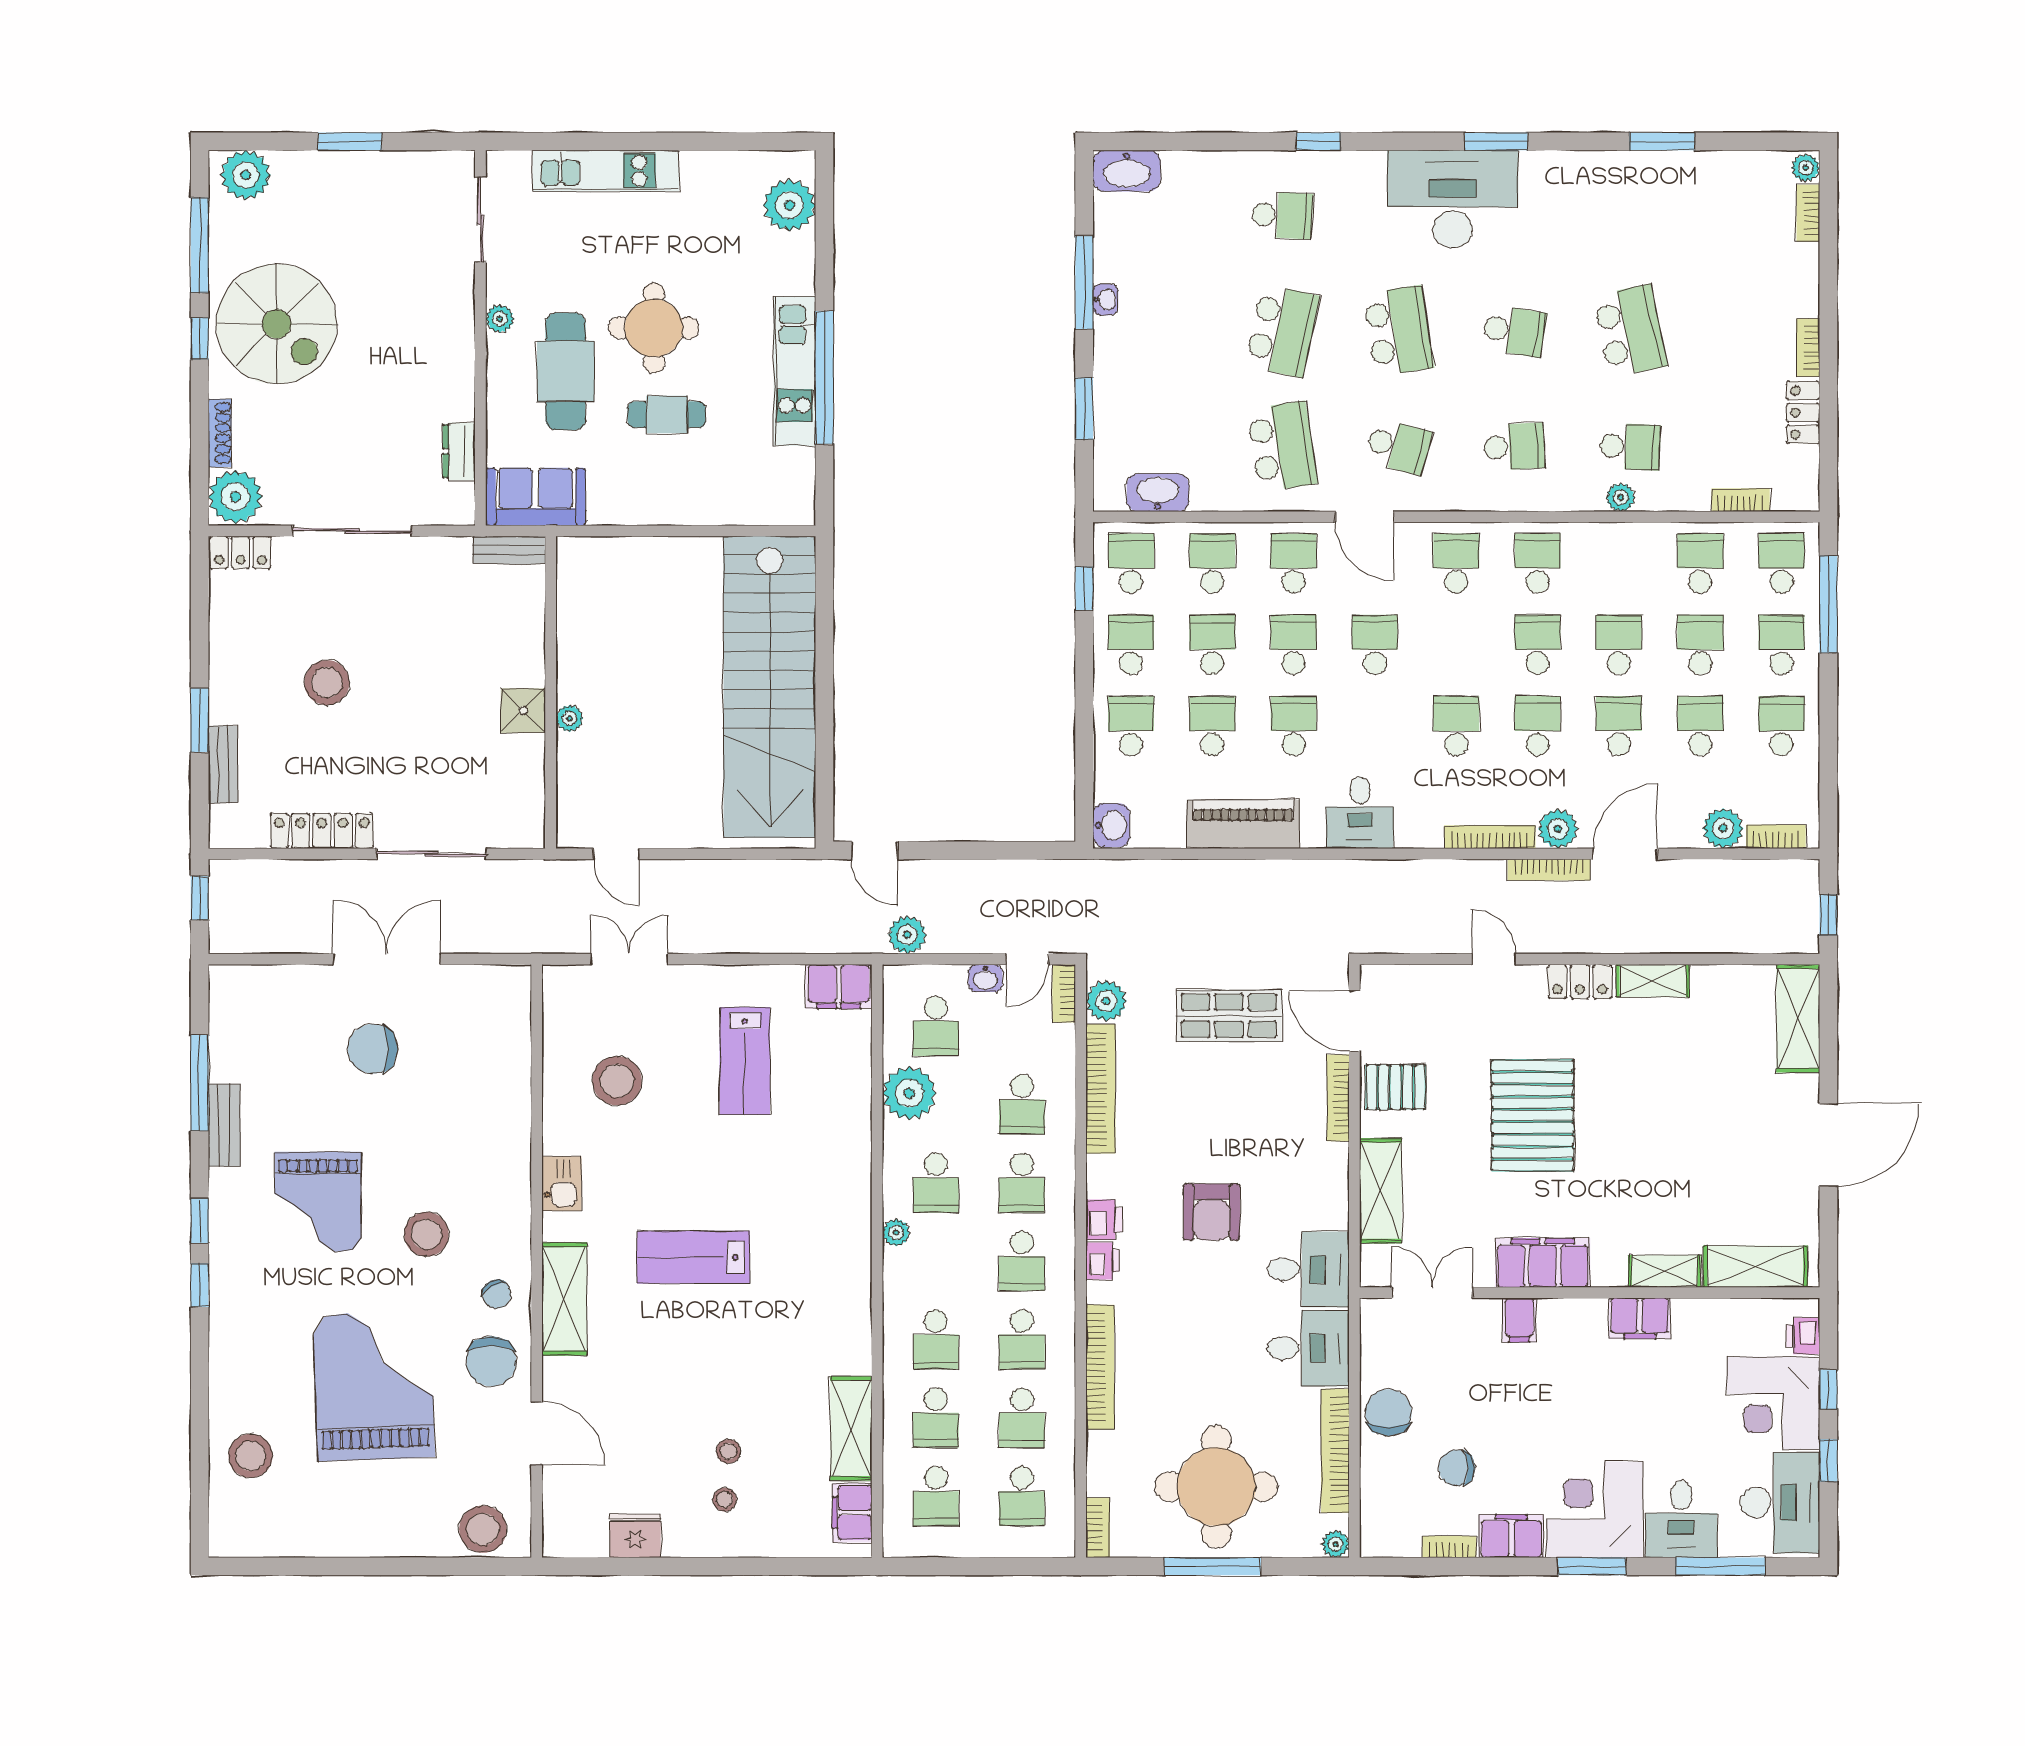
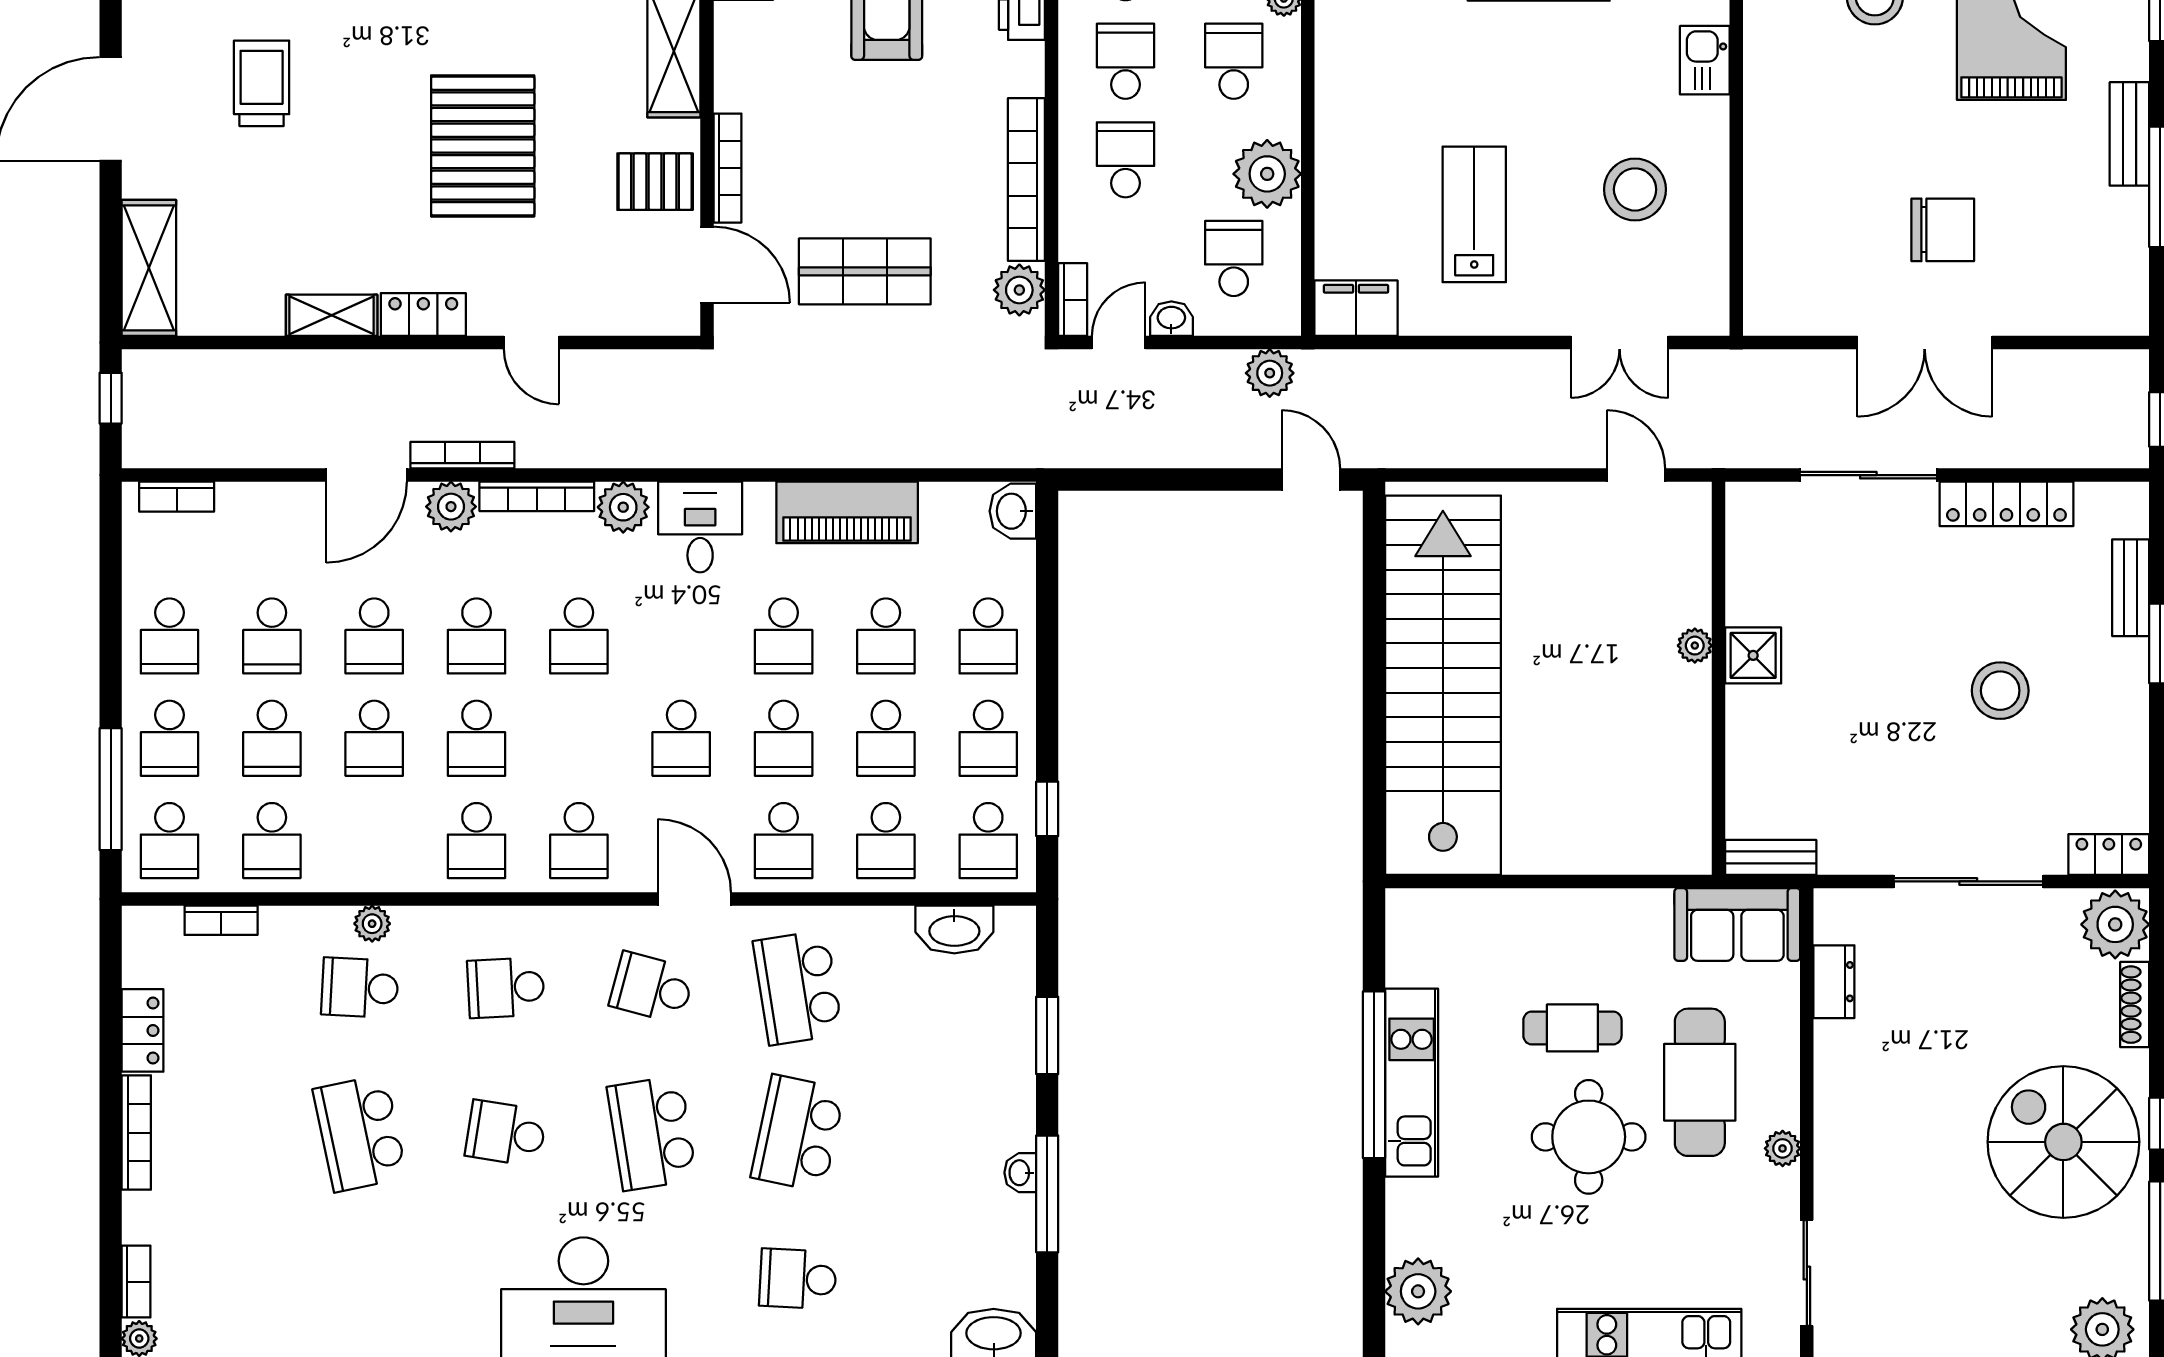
bookcase: (1808, 348) -> (136, 1133), width x1.56
plant: (1723, 828) -> (623, 507), moved
trolley: (1708, 1165) -> (262, 83), added

